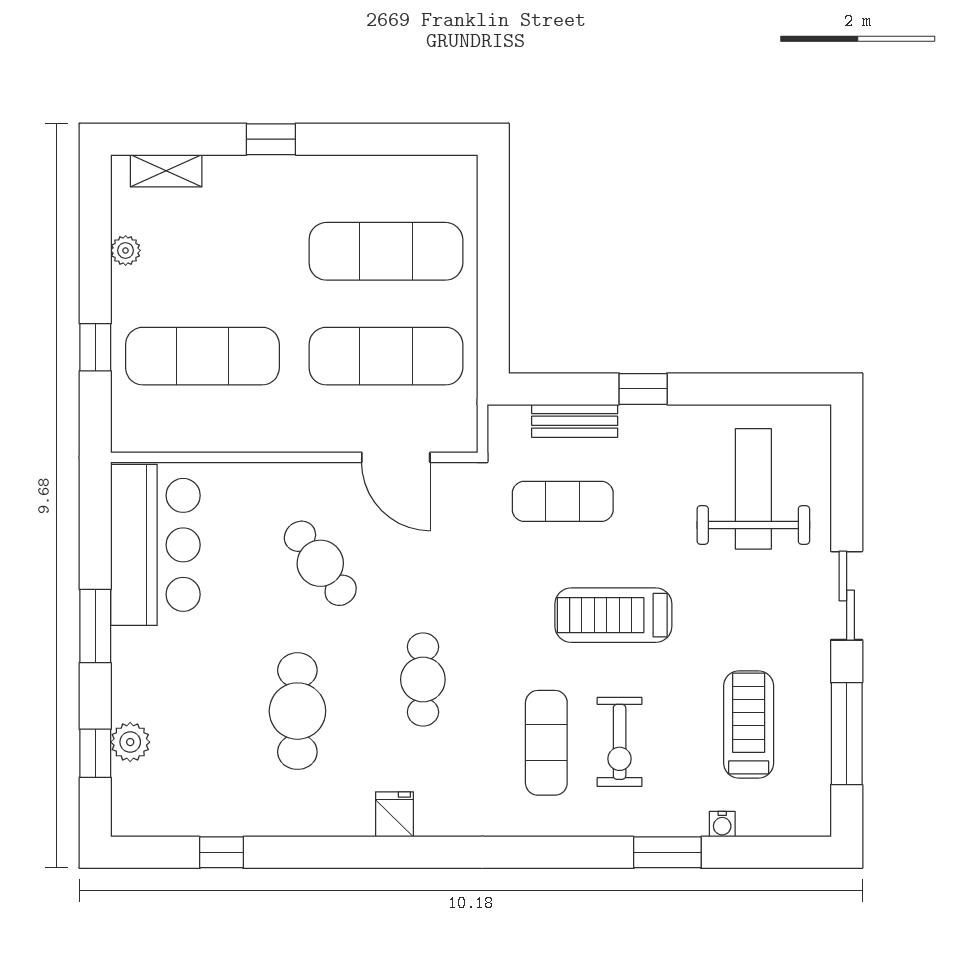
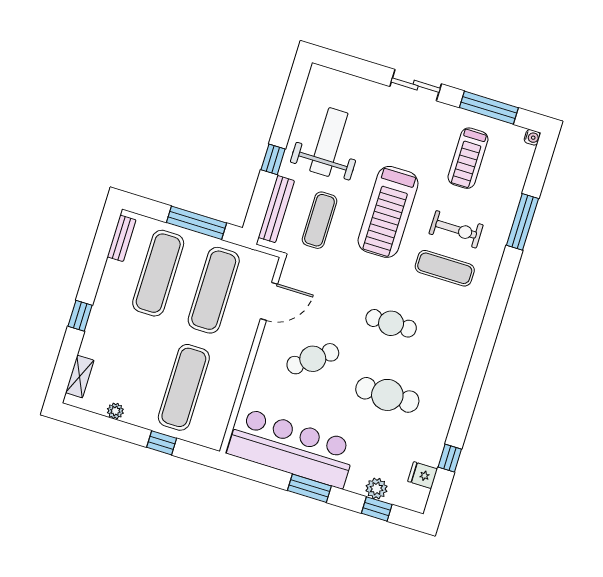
bench: (427, 170) -> (122, 238), added
window: (493, 290) -> (196, 223), added
bench: (575, 421) -> (276, 209), width x1.36
weight bench: (753, 489) -> (329, 142), moved, turned 90
bar counter: (155, 545) -> (292, 448), width x1.36
treadmill: (613, 615) -> (388, 212), width x1.37, depth x1.38
treadmill: (749, 725) -> (468, 158), turned -90
fridge: (395, 814) -> (423, 475), moved
water cooler: (722, 824) -> (532, 137), moved
window: (667, 852) -> (522, 222), width x1.44

